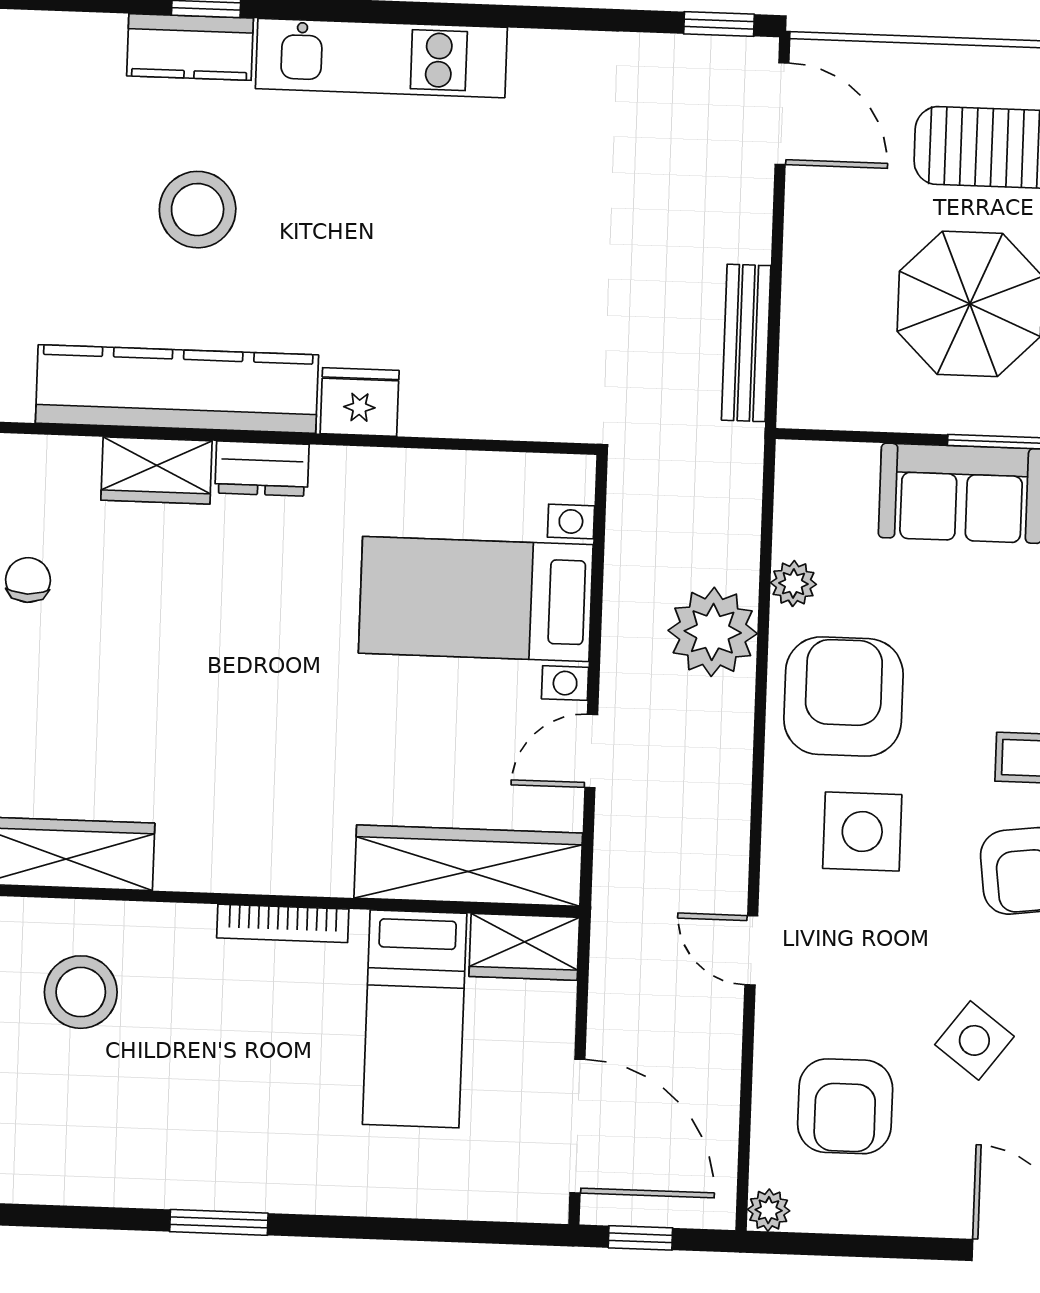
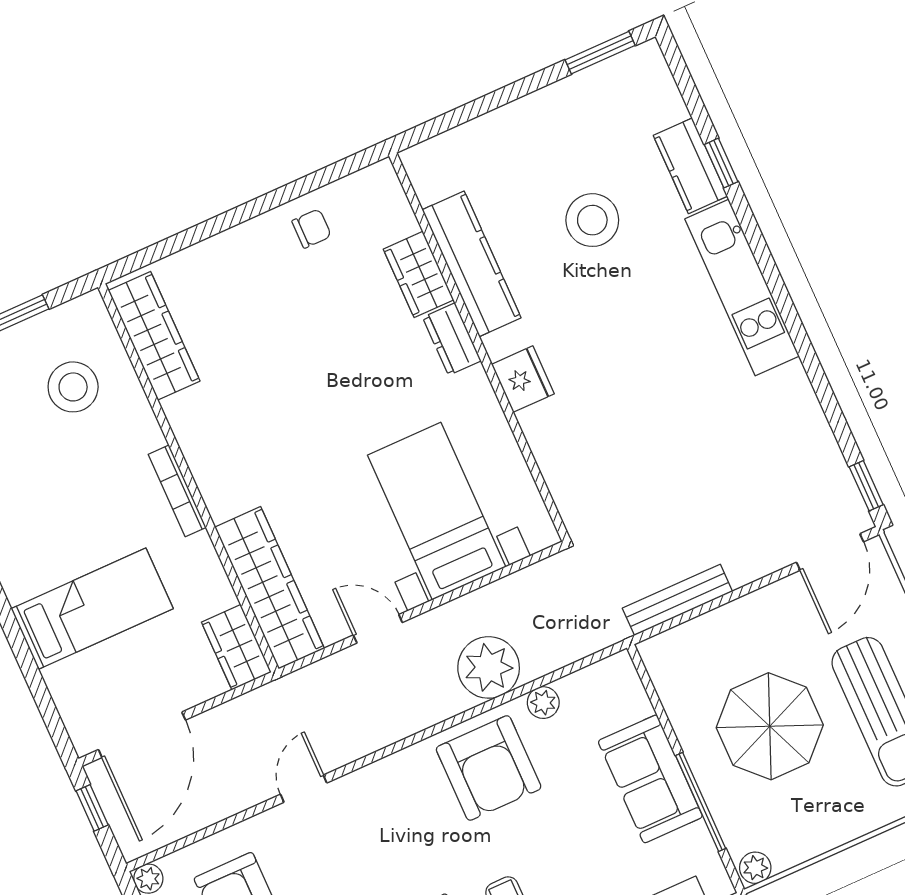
kitchen counter: (177, 389) -> (472, 264), width x0.72, depth x0.86
armchair: (843, 697) -> (489, 768), turned 90
side table: (862, 831) -> (411, 821), removed
bed: (415, 1019) -> (92, 609), moved, turned 180

